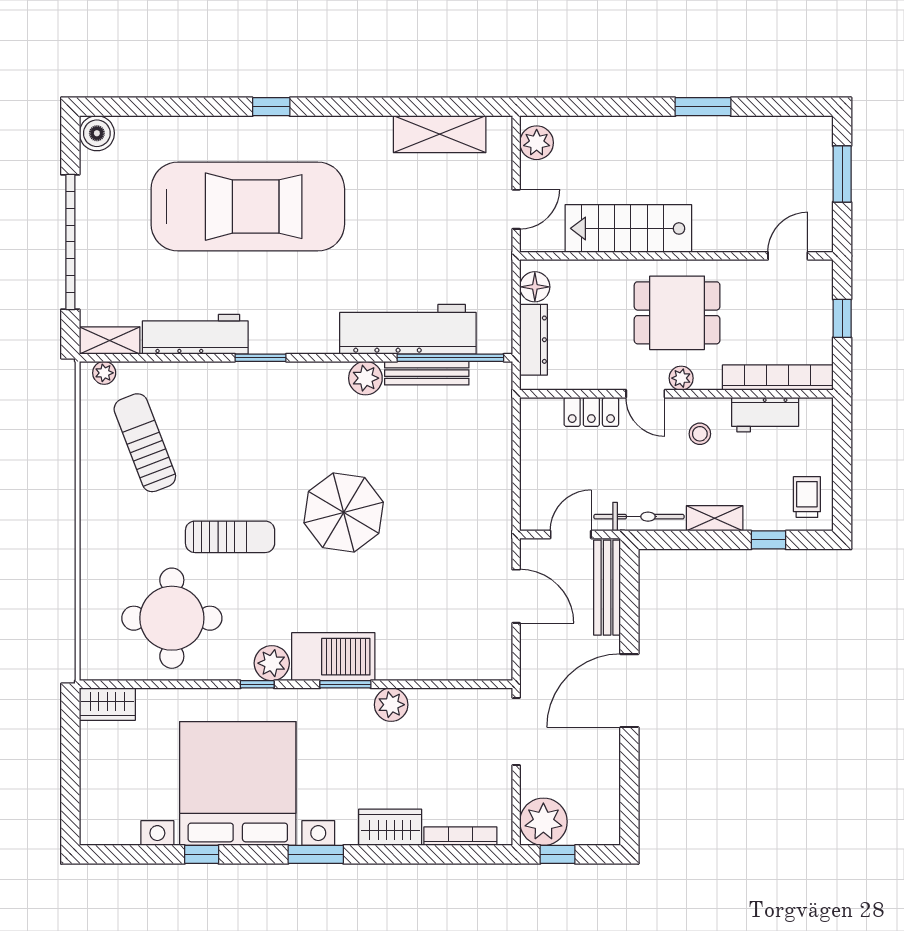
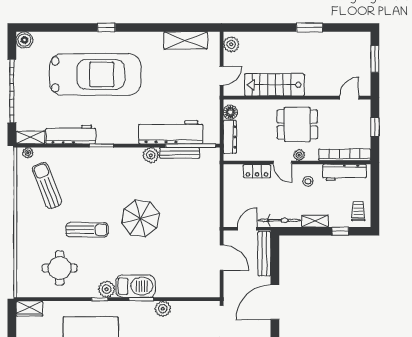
workbench: (765, 415) -> (345, 172), width x1.38
round table: (172, 618) -> (60, 268), width x0.73, depth x0.73

